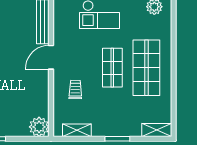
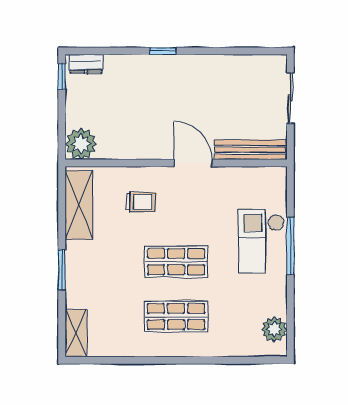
shop shelf: (146, 68) -> (176, 317), width x0.70, depth x0.74
shelving: (77, 130) -> (79, 205), width x1.50, depth x1.33

